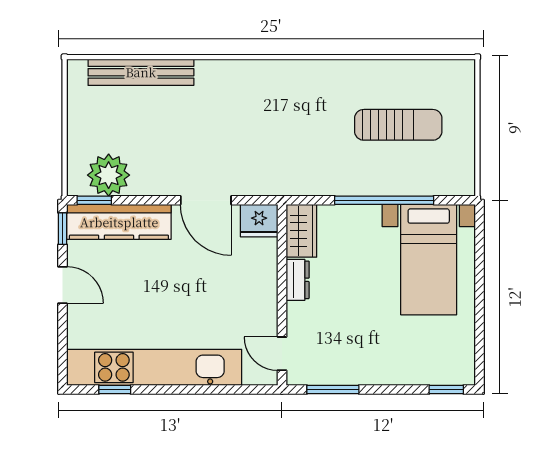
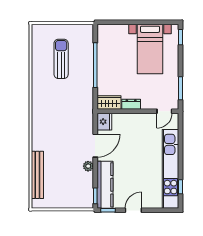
plant: (109, 175) -> (88, 166), moved, width x0.53, depth x0.53
bed with nightstands: (429, 260) -> (150, 49), moved, turned 90

